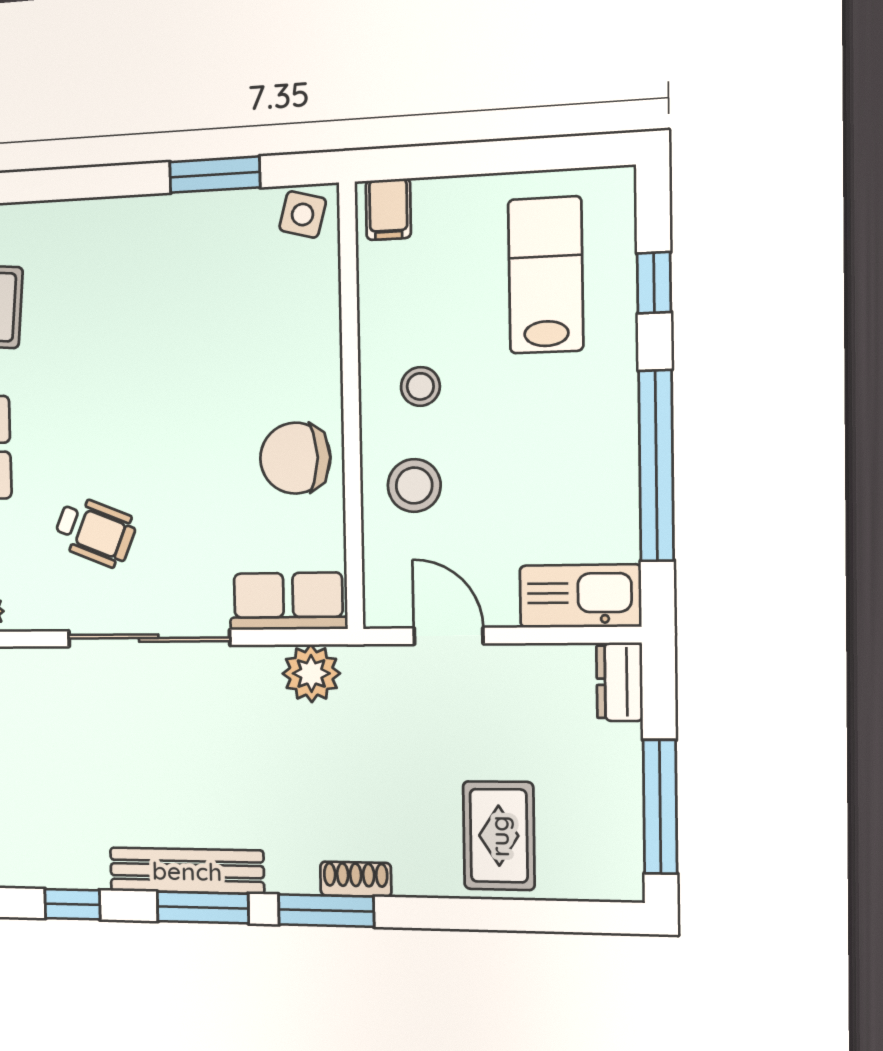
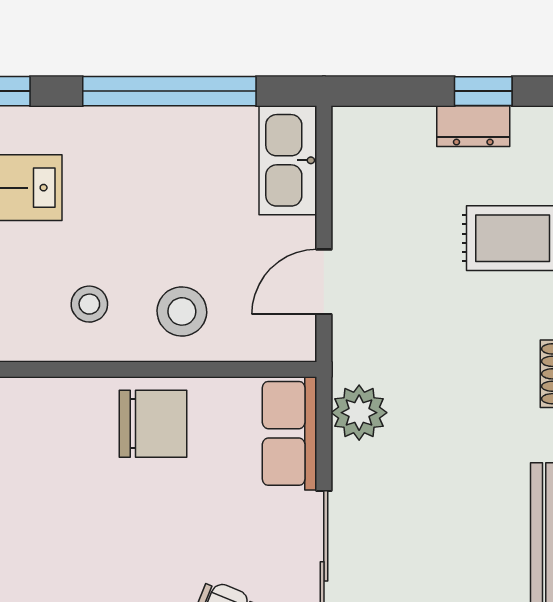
chair: (295, 458) -> (153, 424), turned -90
dresser: (620, 682) -> (473, 126), moved
window: (660, 807) -> (483, 91), width x0.46

